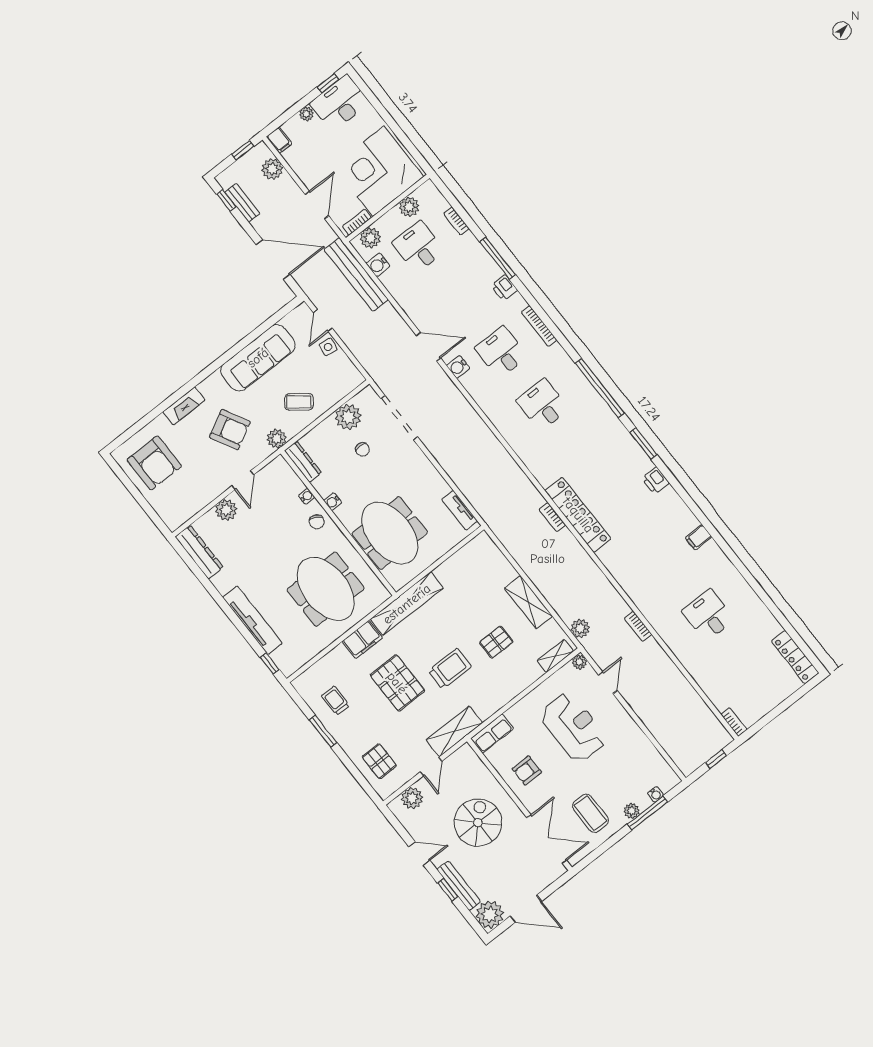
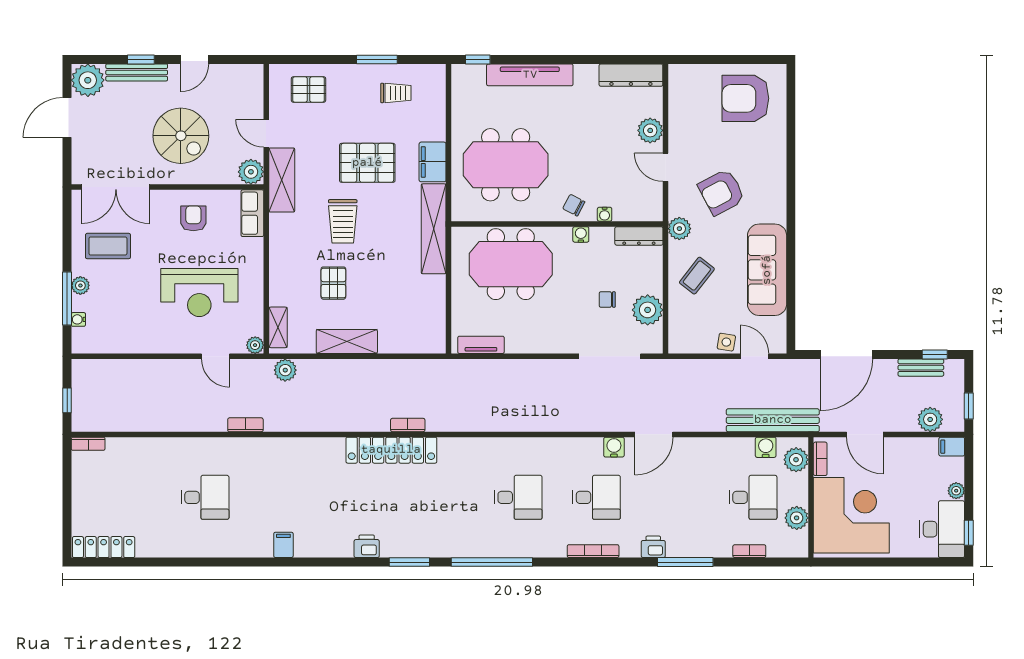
fireplace: (184, 406) -> (776, 167), removed
plant: (412, 798) -> (251, 172), moved

